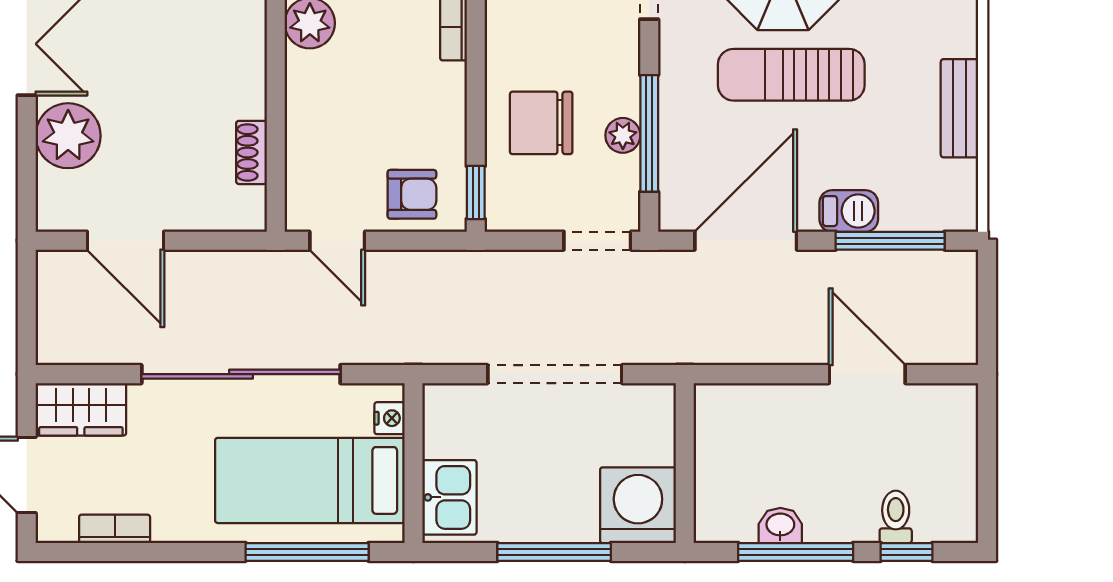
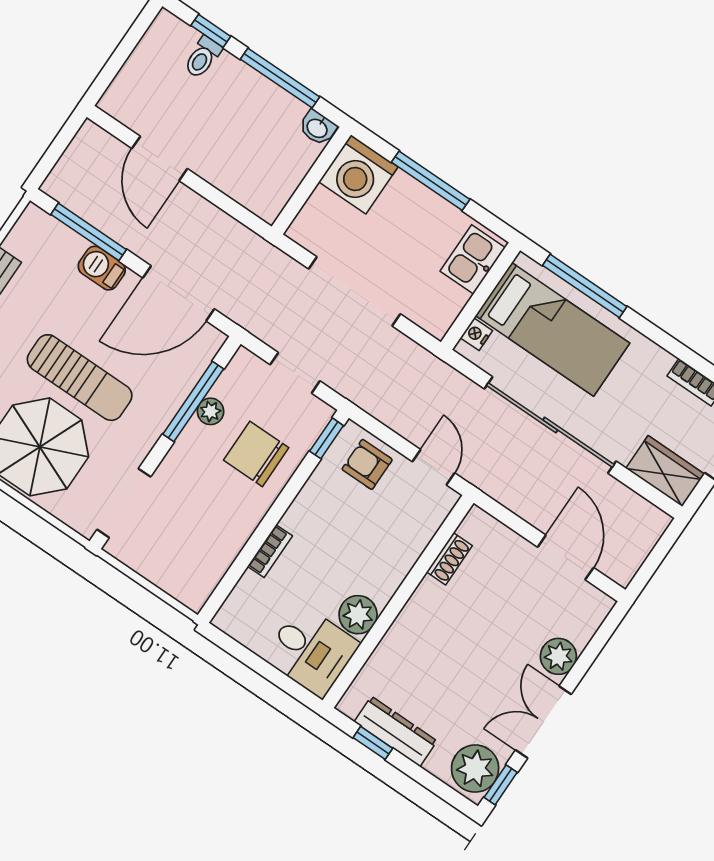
chair: (541, 123) -> (256, 454), turned 180
plant: (68, 136) -> (558, 656), width x0.73, depth x0.73
doorway: (597, 241) -> (295, 373), moved
washbasin: (780, 526) -> (317, 128), moved

